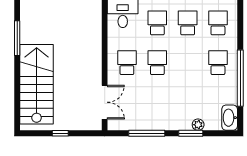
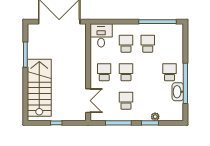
school desk: (218, 23) -> (126, 101), moved
washbasin: (230, 118) -> (178, 92), moved

